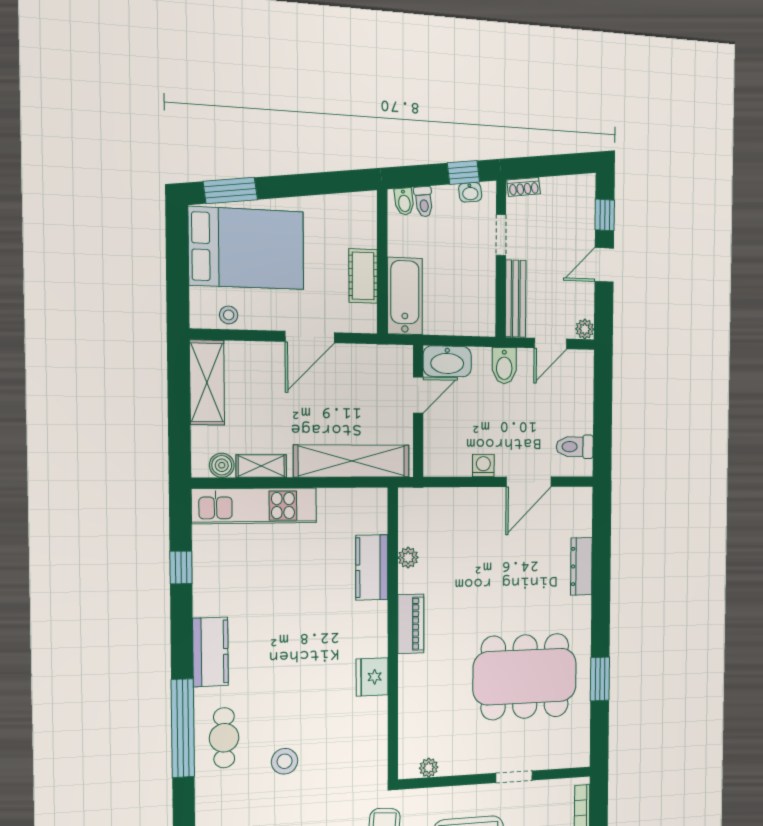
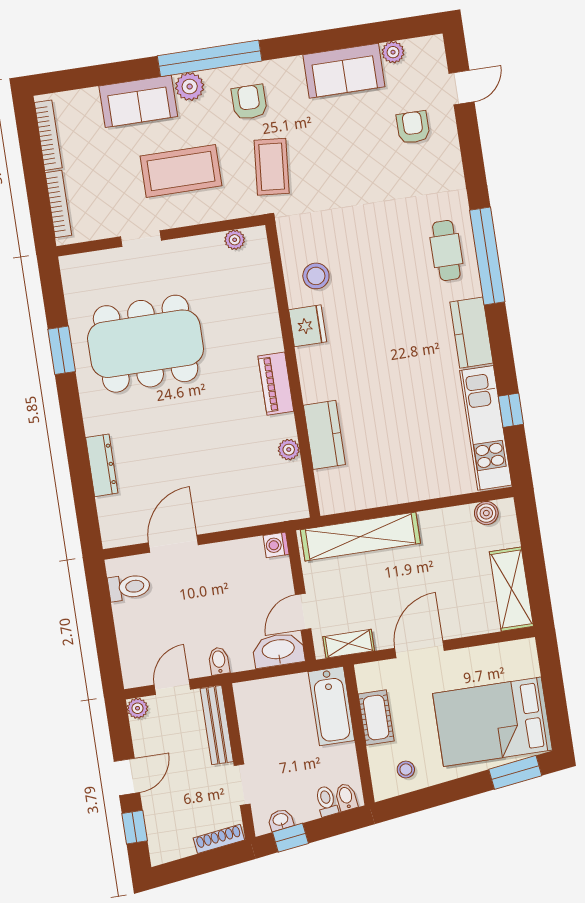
shoe rack: (524, 187) -> (219, 839), width x1.43
stool: (229, 315) -> (406, 770), moved
bidet: (504, 366) -> (219, 661), width x0.72, depth x0.74
shelving: (261, 466) -> (349, 644), moved
washing machine: (483, 466) -> (276, 545), moved, turned 90
kitchen unit: (254, 506) -> (486, 428), moved, turned -90
stool: (285, 761) -> (316, 276), moved

